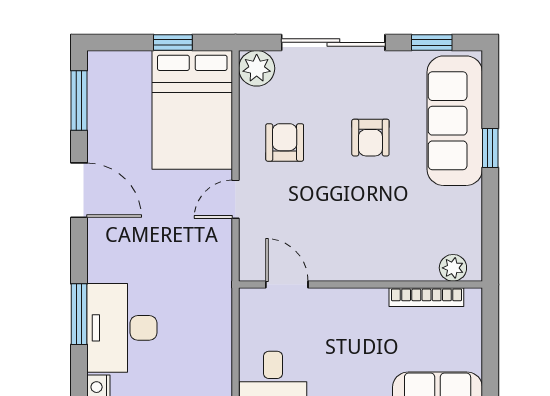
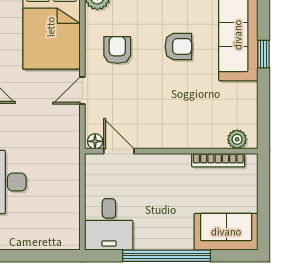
armchair: (370, 138) -> (178, 47), turned -90
floor lamp: (254, 271) -> (95, 141), added

